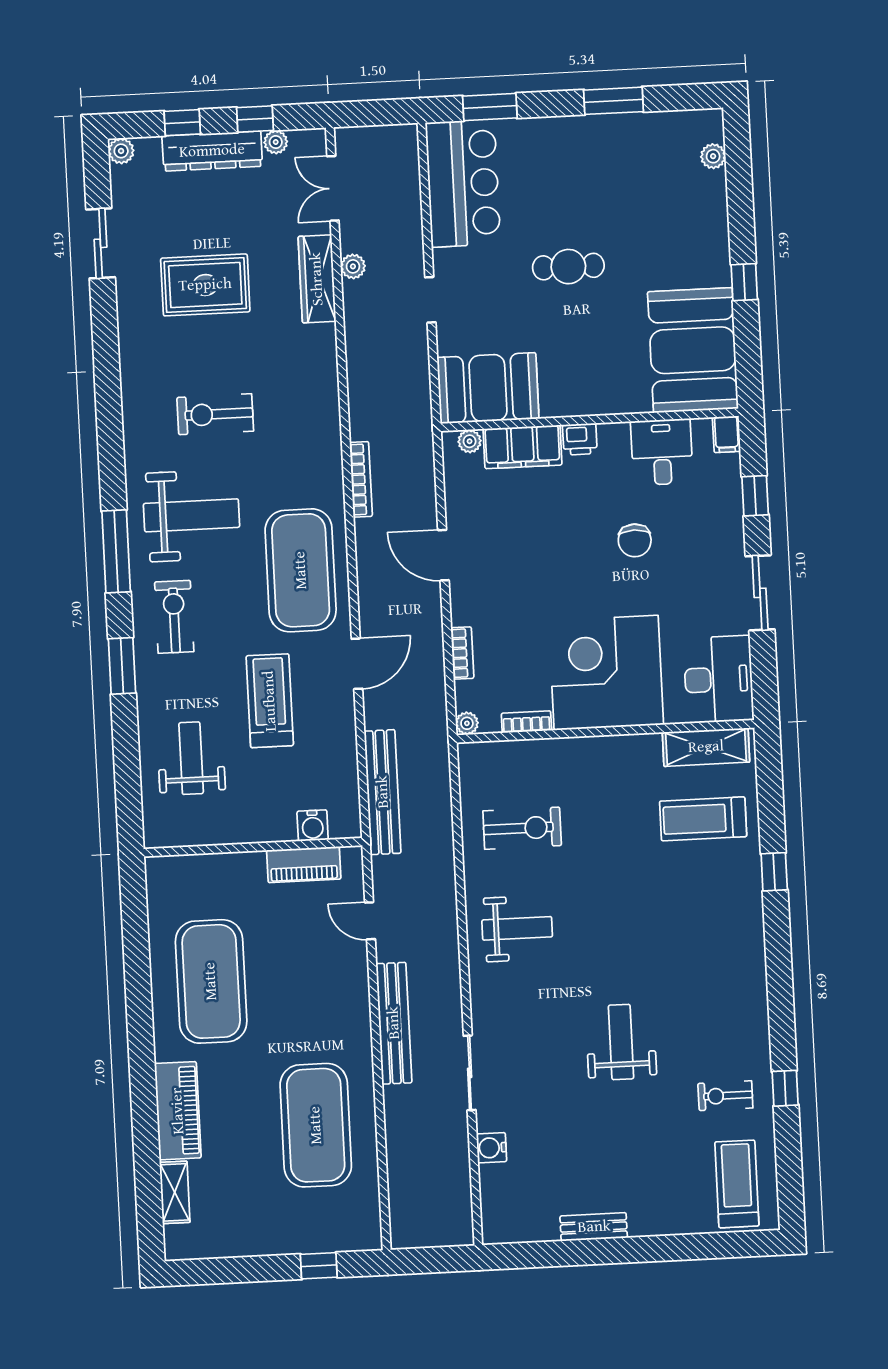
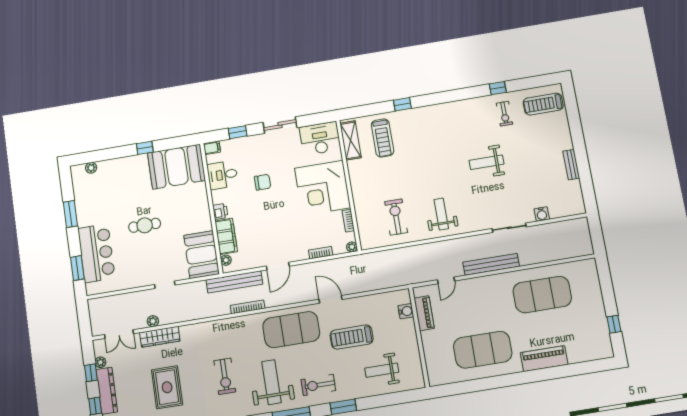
bar counter: (463, 183) -> (96, 253), moved, turned 90
cafe table: (568, 267) -> (145, 225), turned 90
bench: (383, 792) -> (234, 282), moved
shelving: (175, 1192) -> (582, 356), removed
window: (319, 1266) -> (614, 324), moved

